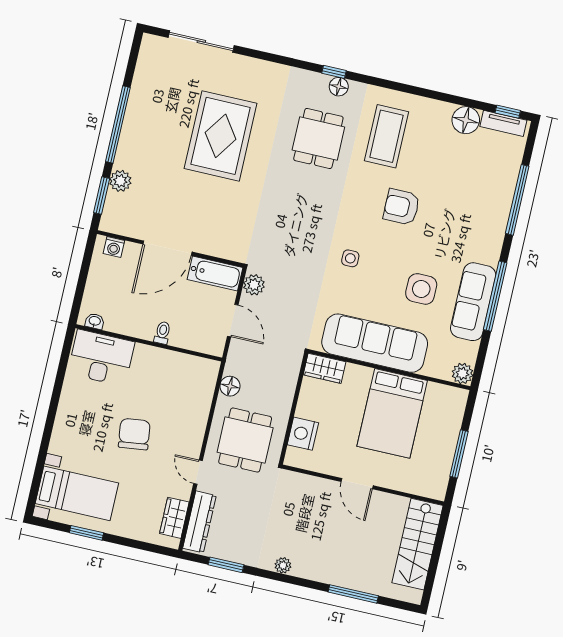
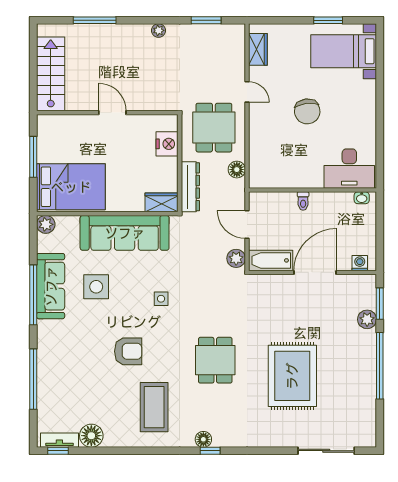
dining table: (318, 138) -> (215, 360), moved
bed: (392, 413) -> (71, 187), moved, turned 90
dresser: (199, 522) -> (190, 187), moved, turned 180

